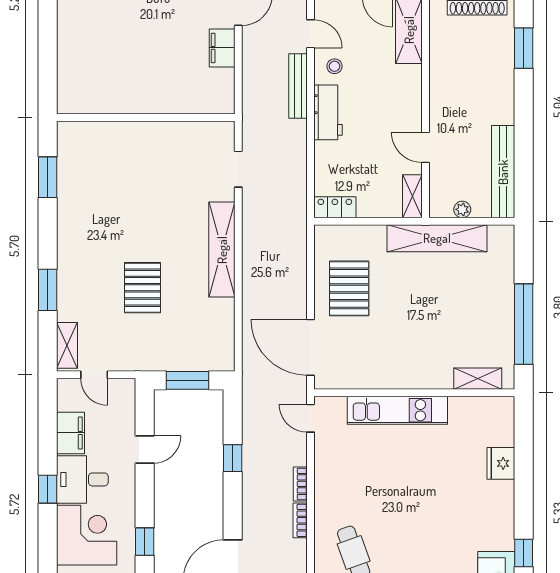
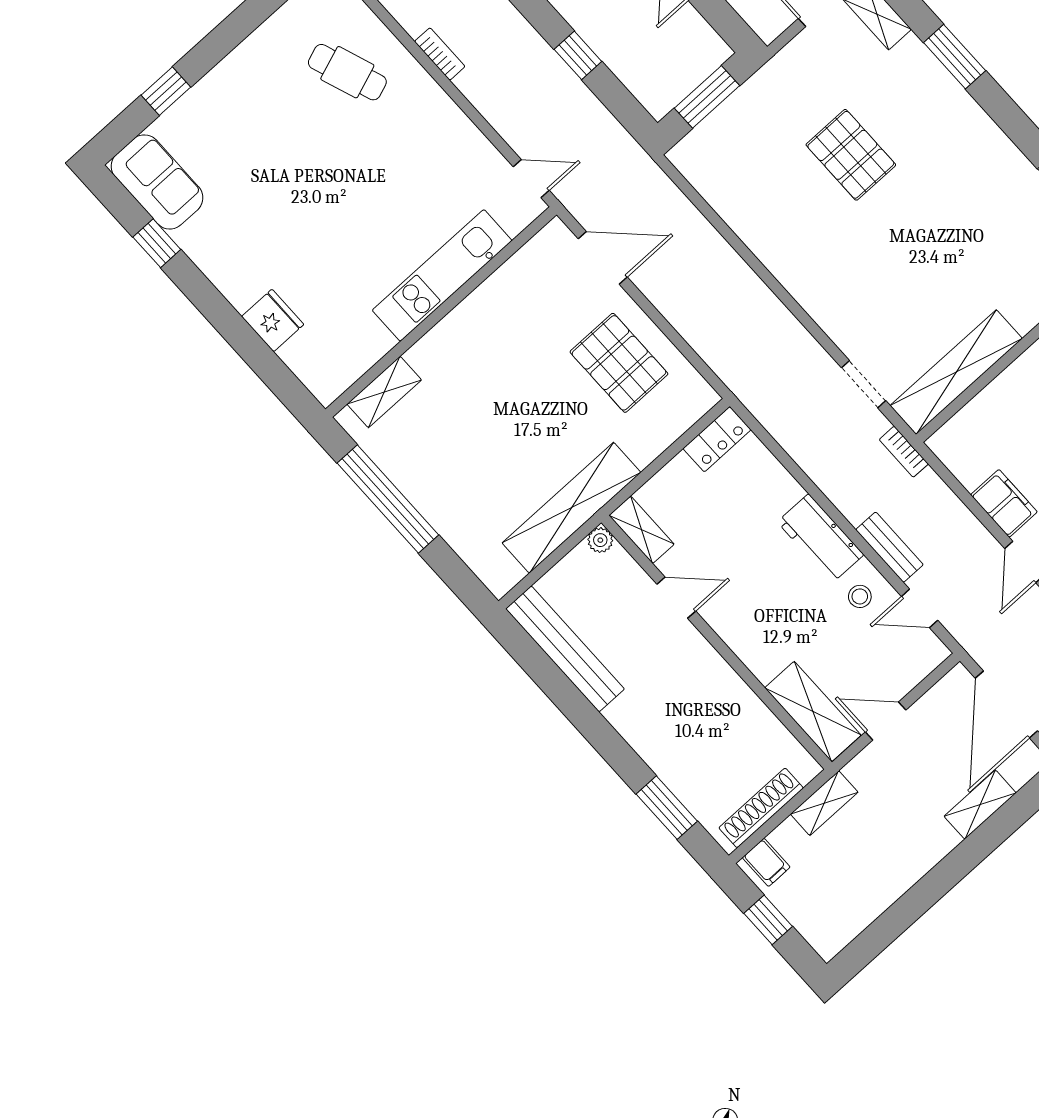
bench: (298, 86) -> (890, 547), width x0.73
plant: (462, 209) -> (600, 540), moved
shelving: (222, 250) -> (956, 372), moved, turned 90
door: (310, 347) -> (603, 258), width x0.73
bookcase: (300, 484) -> (904, 452), moved, turned 180

